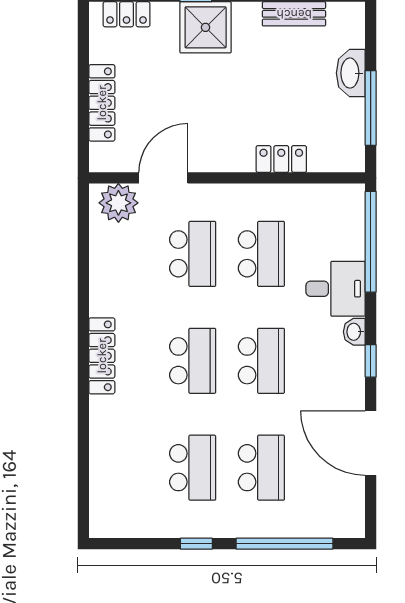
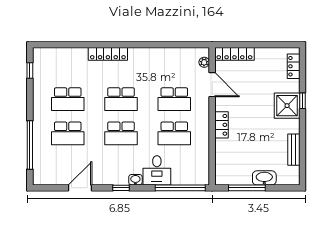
locker: (102, 103) -> (234, 54), moved
locker: (281, 159) -> (221, 125), moved
plant: (118, 203) -> (204, 62), width x0.53, depth x0.53
locker: (102, 356) -> (108, 54), moved
door: (371, 443) -> (80, 188), width x0.73
window: (196, 544) -> (30, 70), moved

